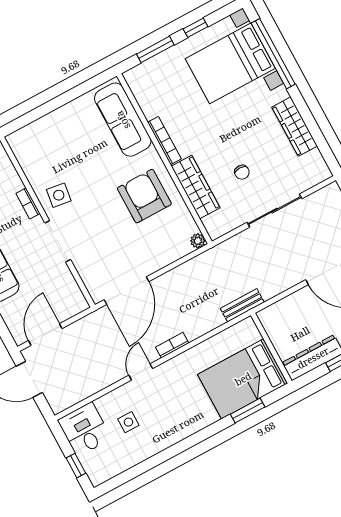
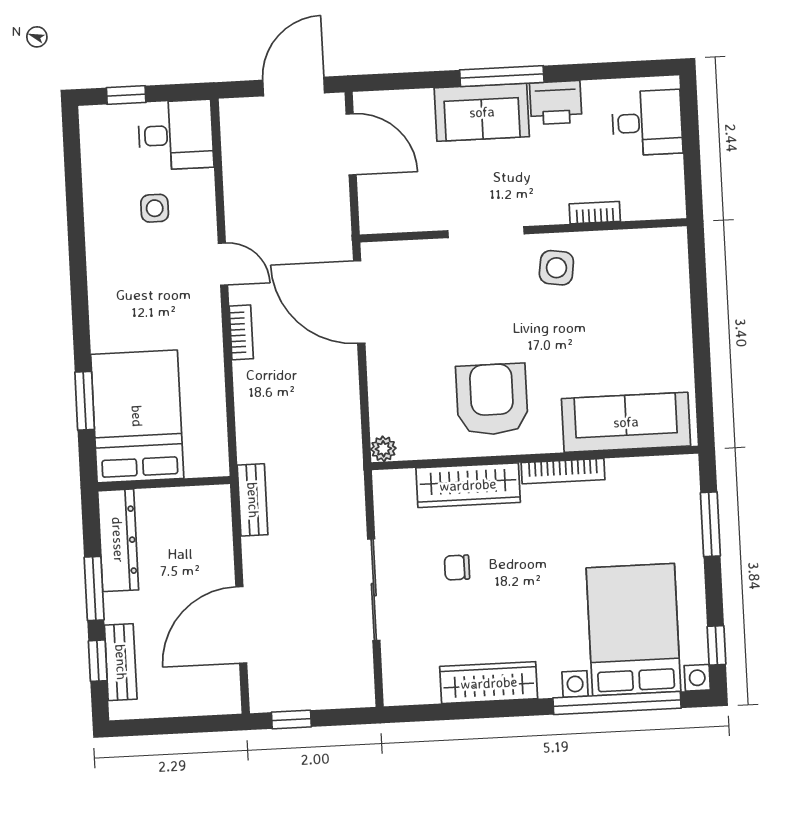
window: (195, 28) -> (716, 645), moved
armchair: (144, 196) -> (492, 399), turned -90
bookcase: (28, 203) -> (595, 213), moved
bench: (242, 305) -> (253, 500), moved

